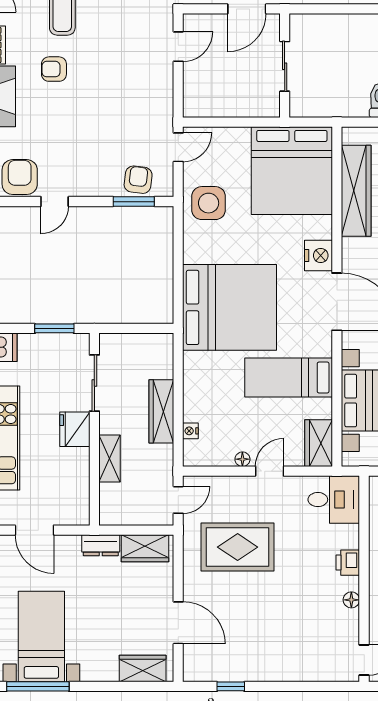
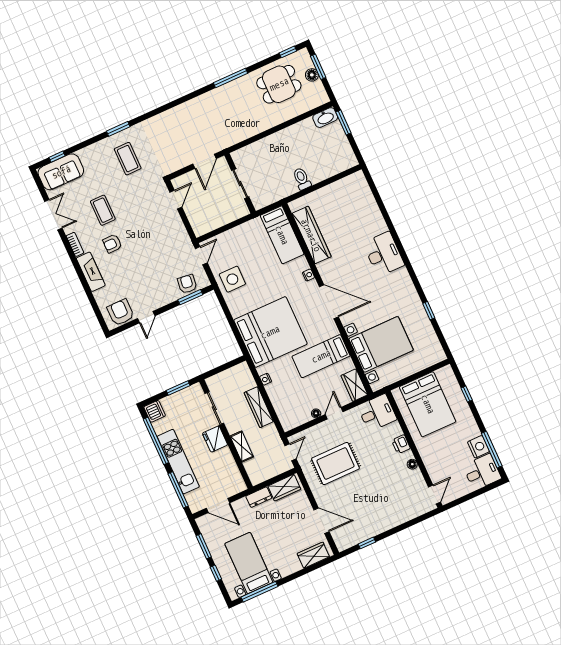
bed: (292, 171) -> (282, 235), width x0.49
nightstand: (318, 255) -> (308, 275), width x0.53, depth x0.56
nightstand: (190, 431) -> (266, 379), moved

